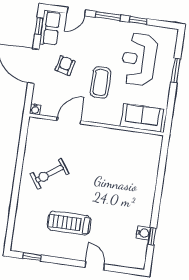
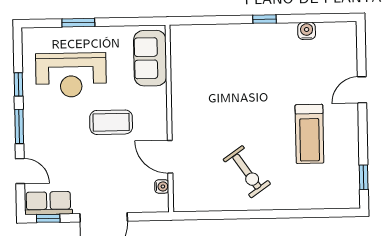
armchair: (65, 66) -> (96, 174), removed
water cooler: (35, 109) -> (162, 186), moved
window: (152, 236) -> (265, 19), moved

